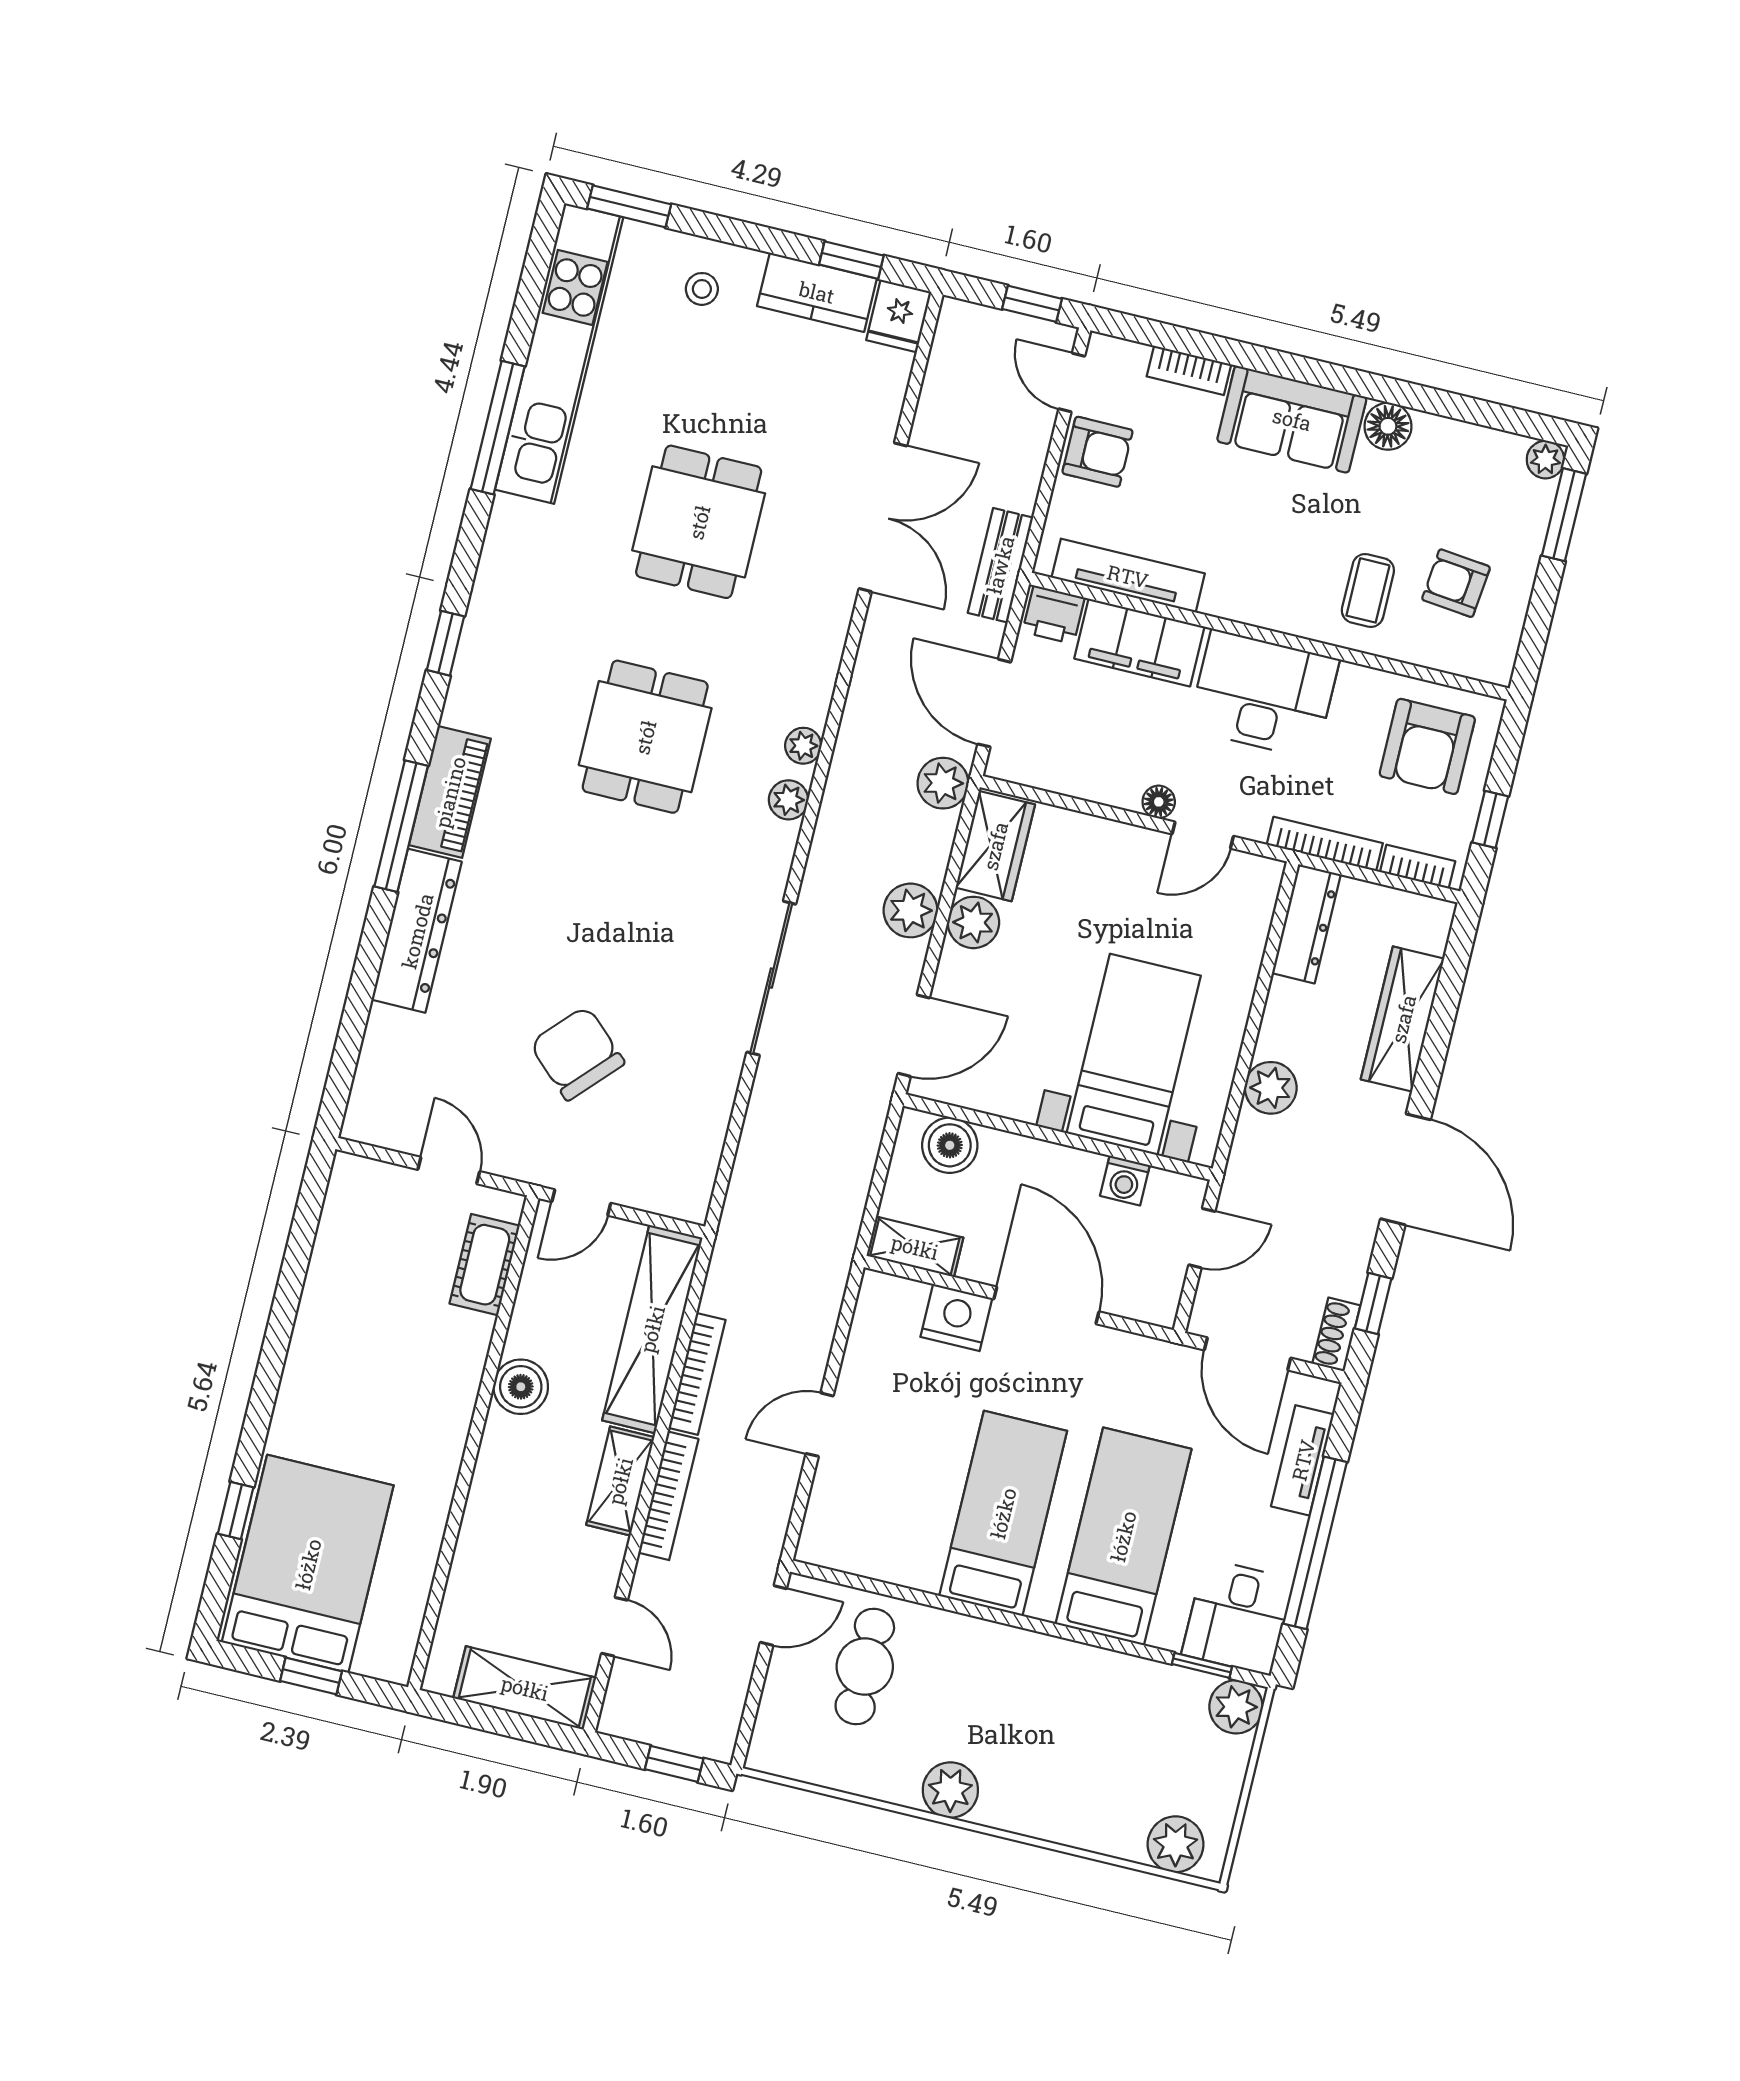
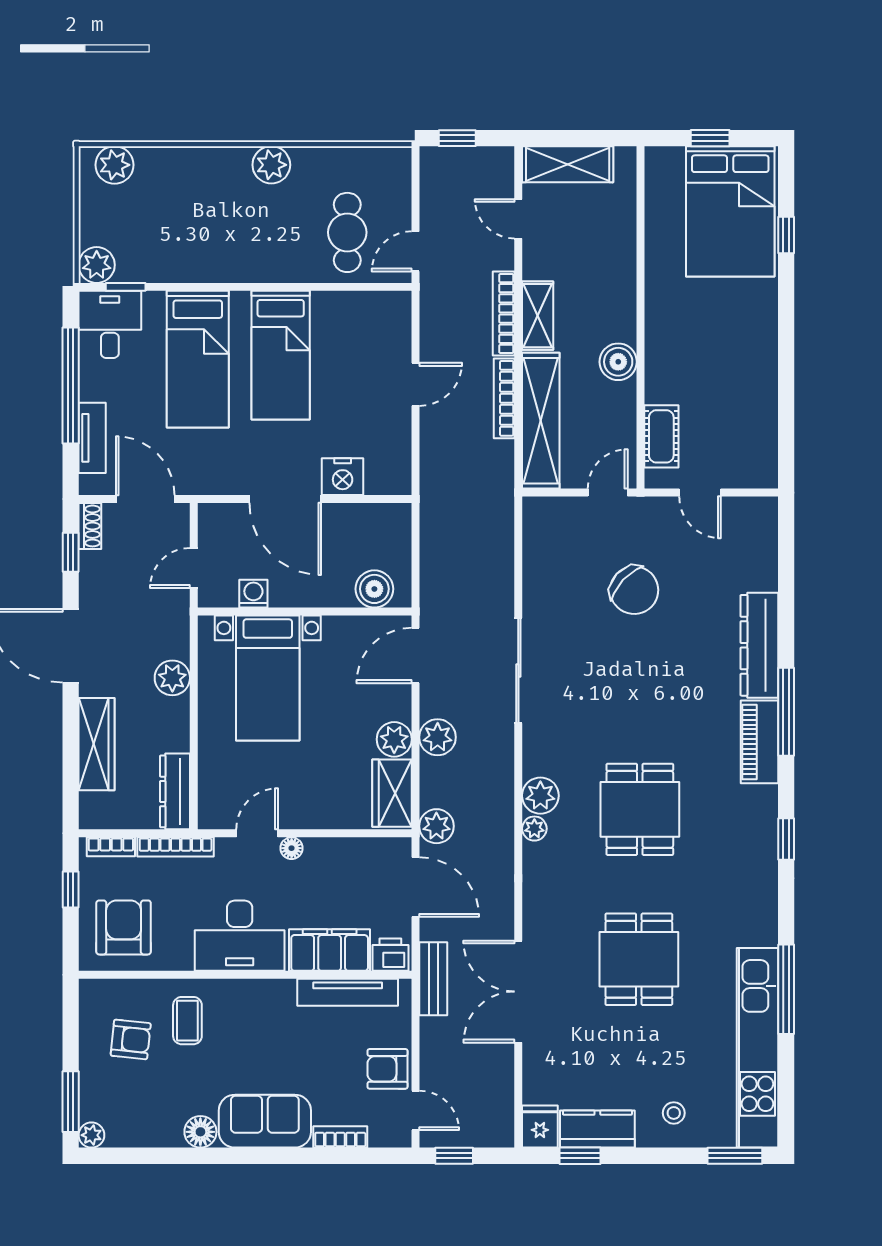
plant: (788, 800) -> (540, 796), width x1.38, depth x1.38
shelving: (915, 1247) -> (381, 517), removed

